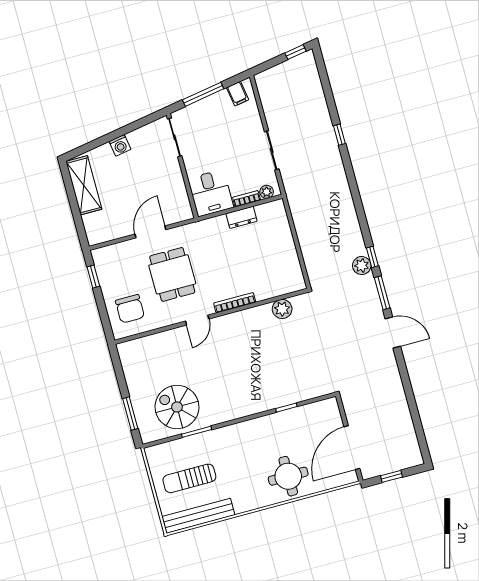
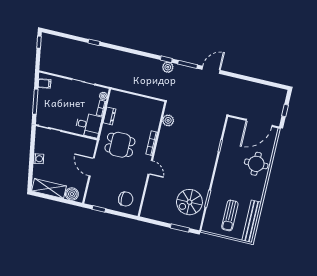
boiler: (94, 224) -> (72, 194), added
dining table: (172, 274) -> (120, 145), moved
door: (352, 448) -> (259, 123), hinge flipped

